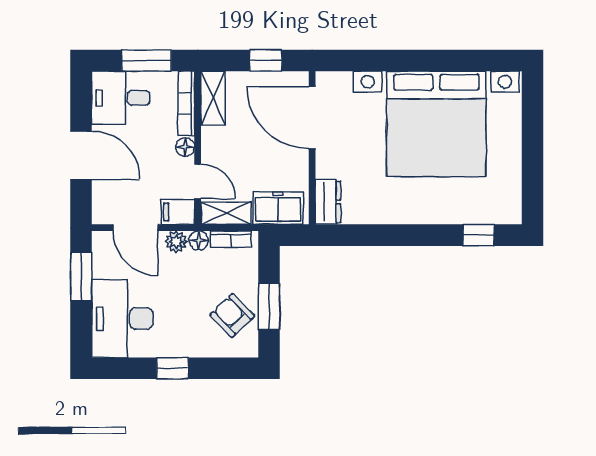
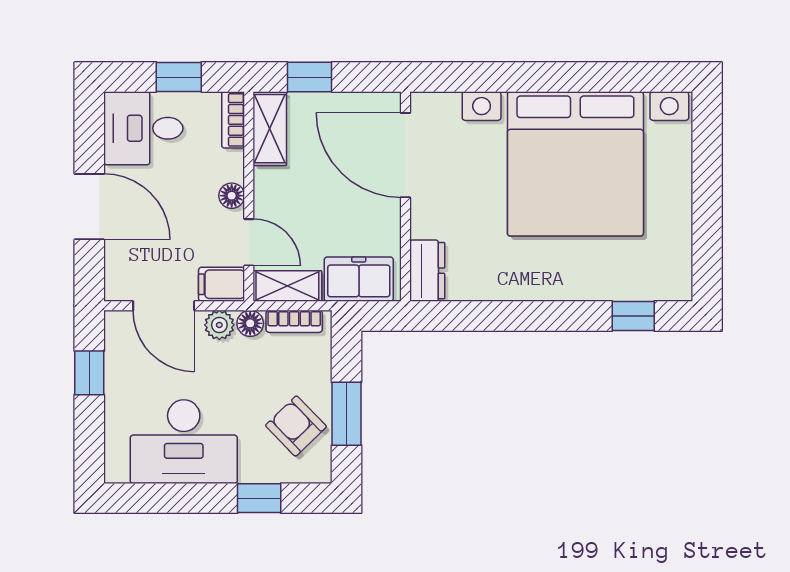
window: (146, 60) -> (179, 77), width x0.67
window: (266, 60) -> (310, 77), moved
bookcase: (186, 103) -> (233, 120), width x0.64
window: (81, 277) -> (89, 373), width x0.67
desk: (122, 319) -> (184, 442), moved, turned -90
window: (173, 368) -> (259, 498), moved

